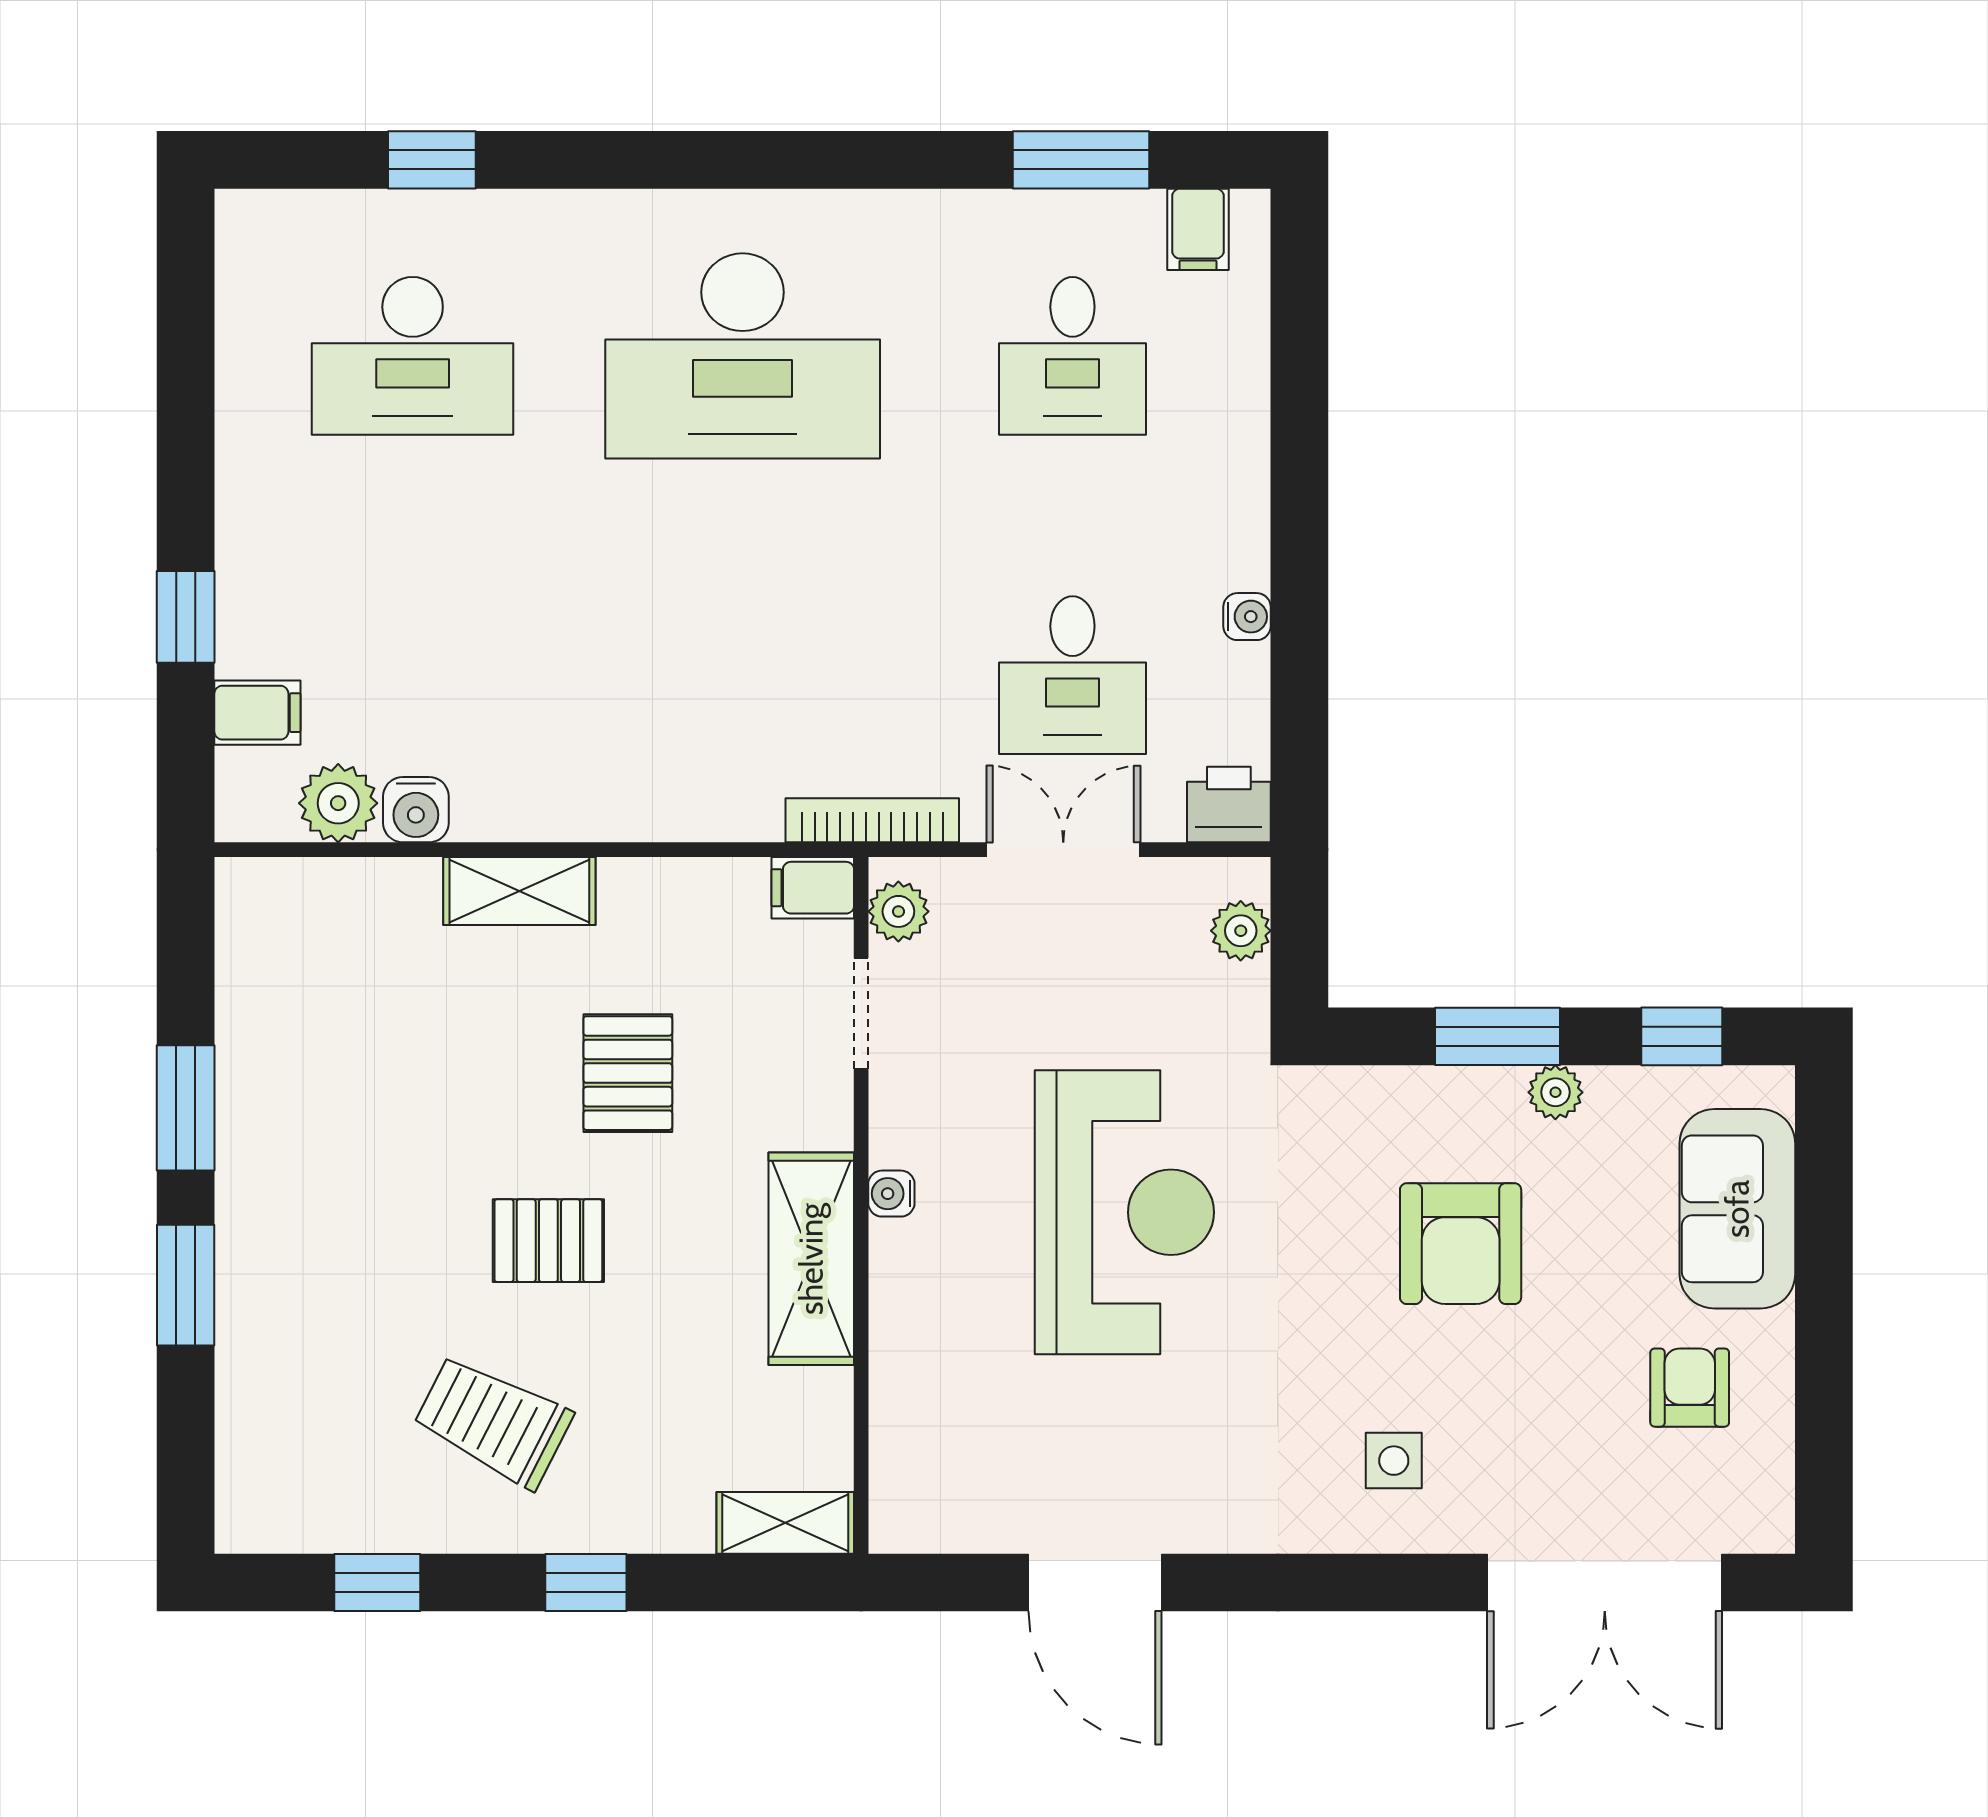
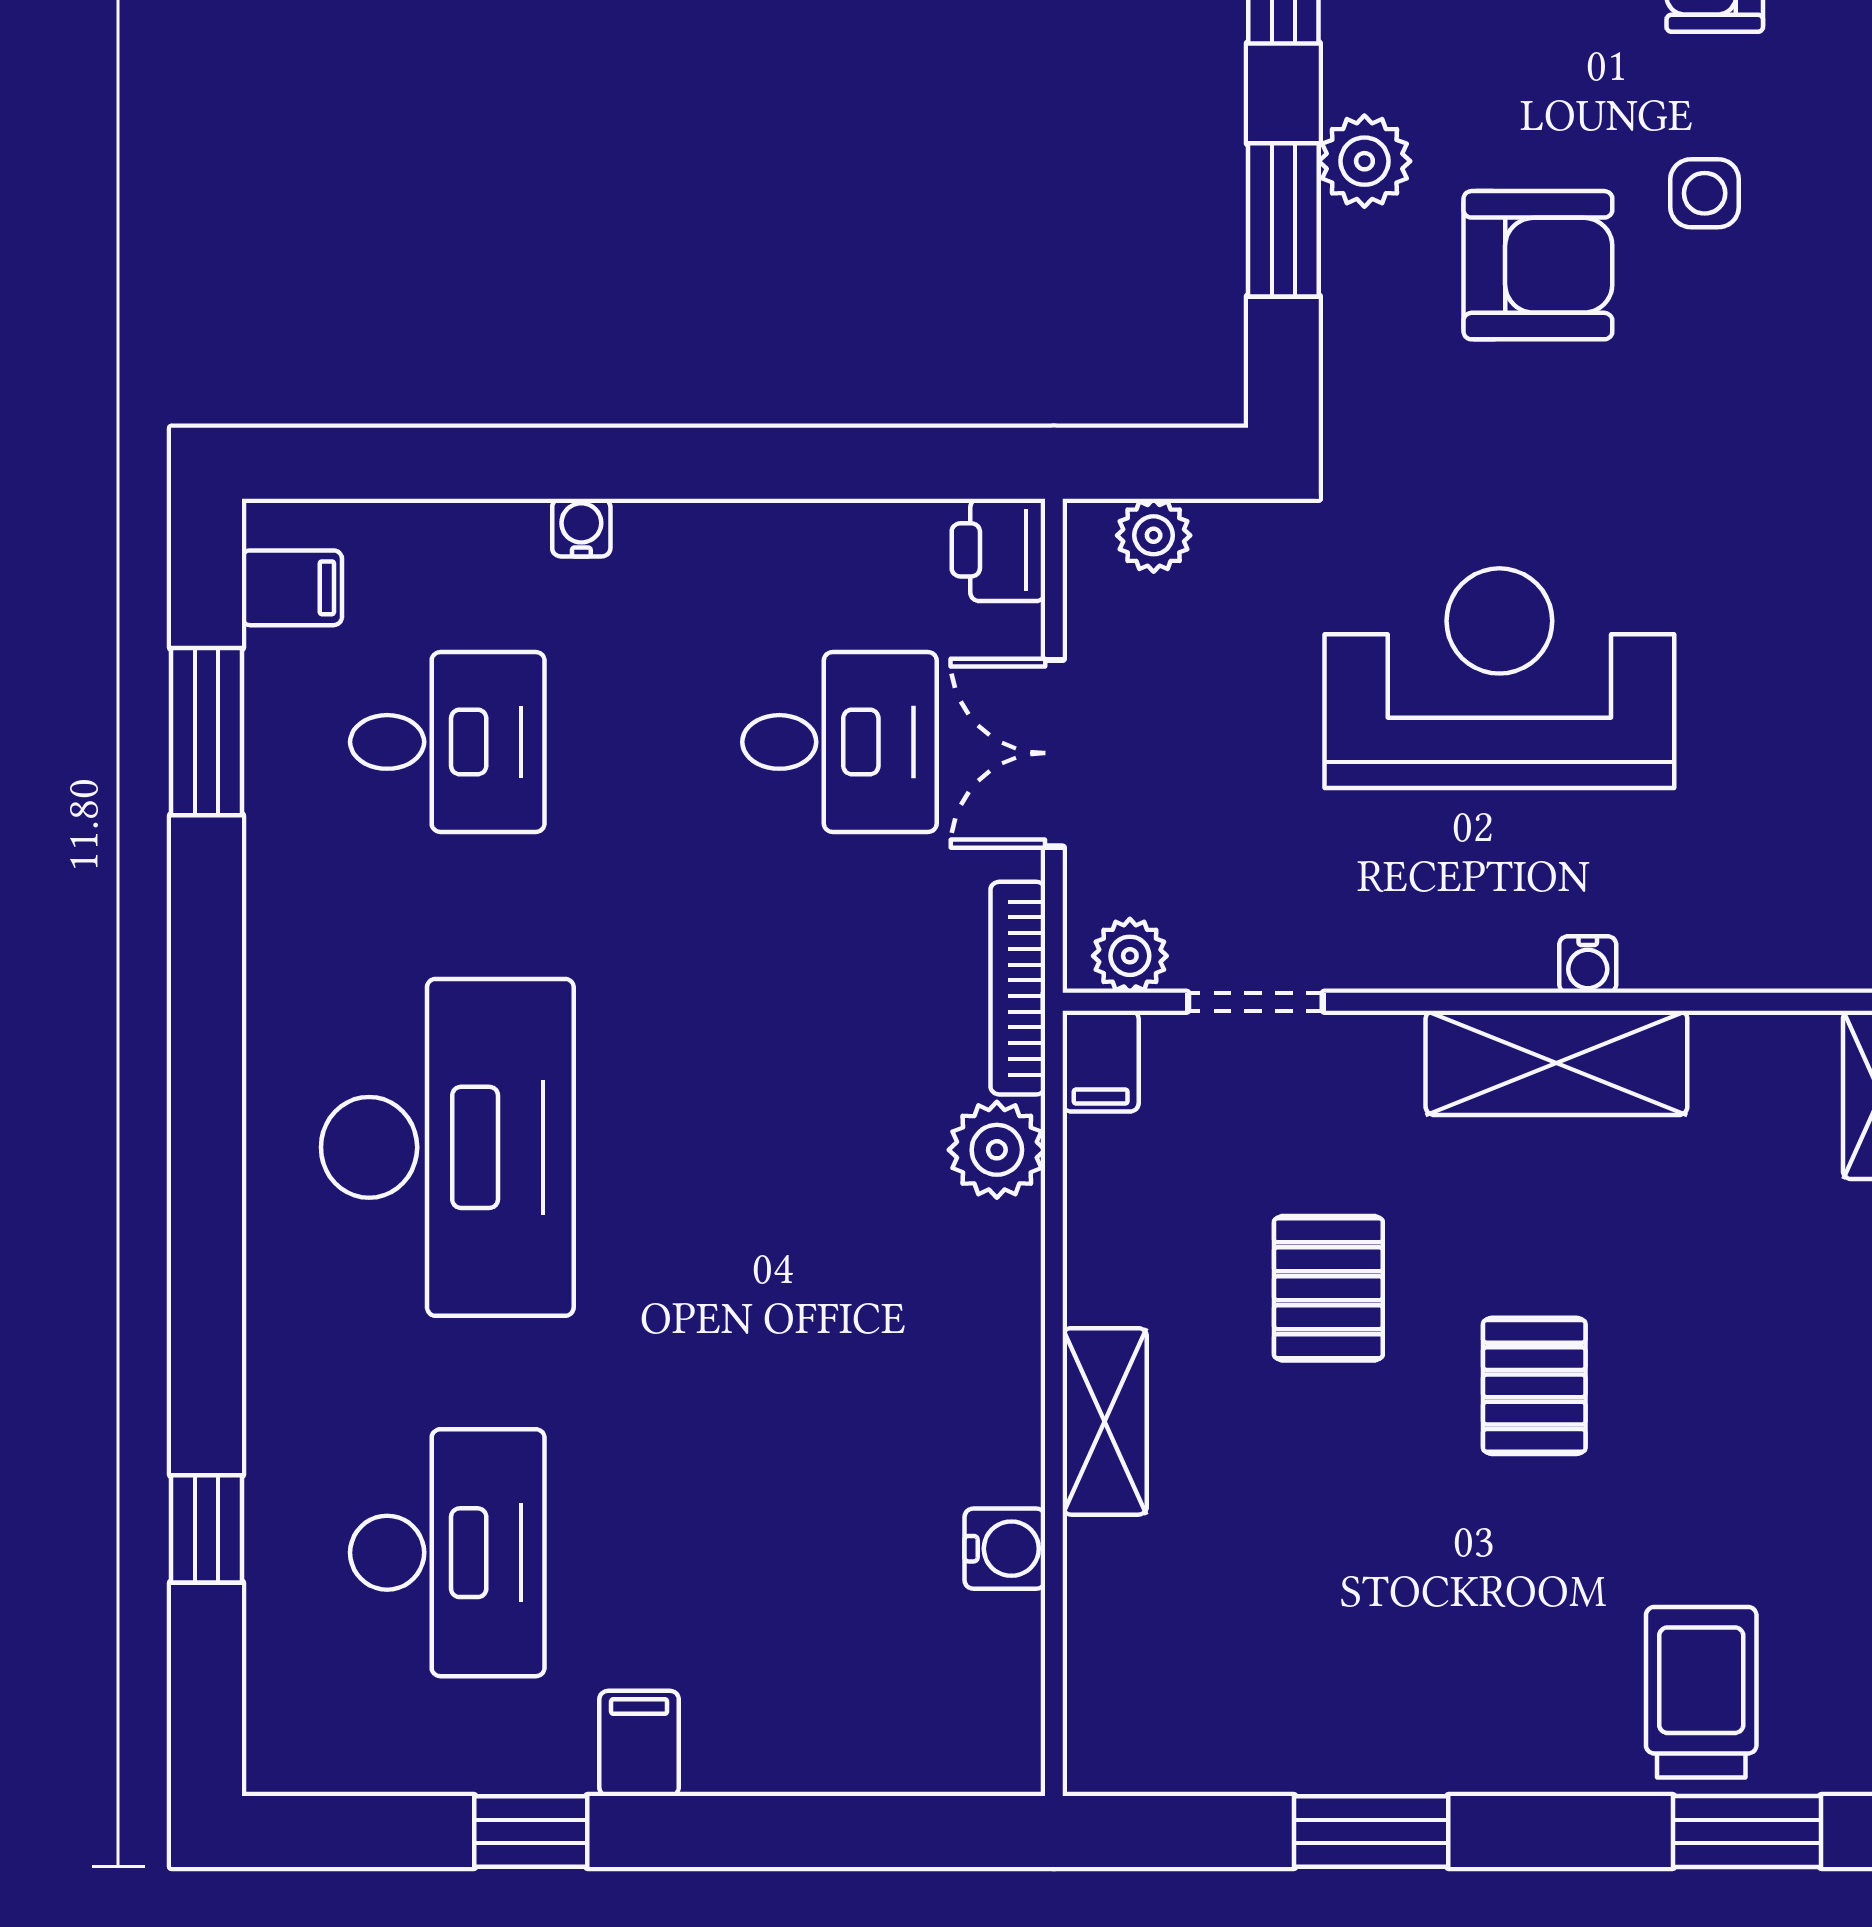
window: (186, 617) -> (531, 1831), moved
water cooler: (1247, 617) -> (581, 528), moved
filing cabinet: (257, 713) -> (639, 1743), moved
plant: (338, 803) -> (997, 1150), moved
pallet: (628, 1073) -> (1328, 1288), turned 90
plant: (1555, 1092) -> (1364, 161), width x1.38, depth x1.38
water cooler: (891, 1194) -> (1588, 964), moved
window: (186, 1285) -> (1747, 1831), moved
trolley: (493, 1421) -> (1701, 1692), moved, turned 153
side table: (1394, 1461) -> (1705, 193), moved

